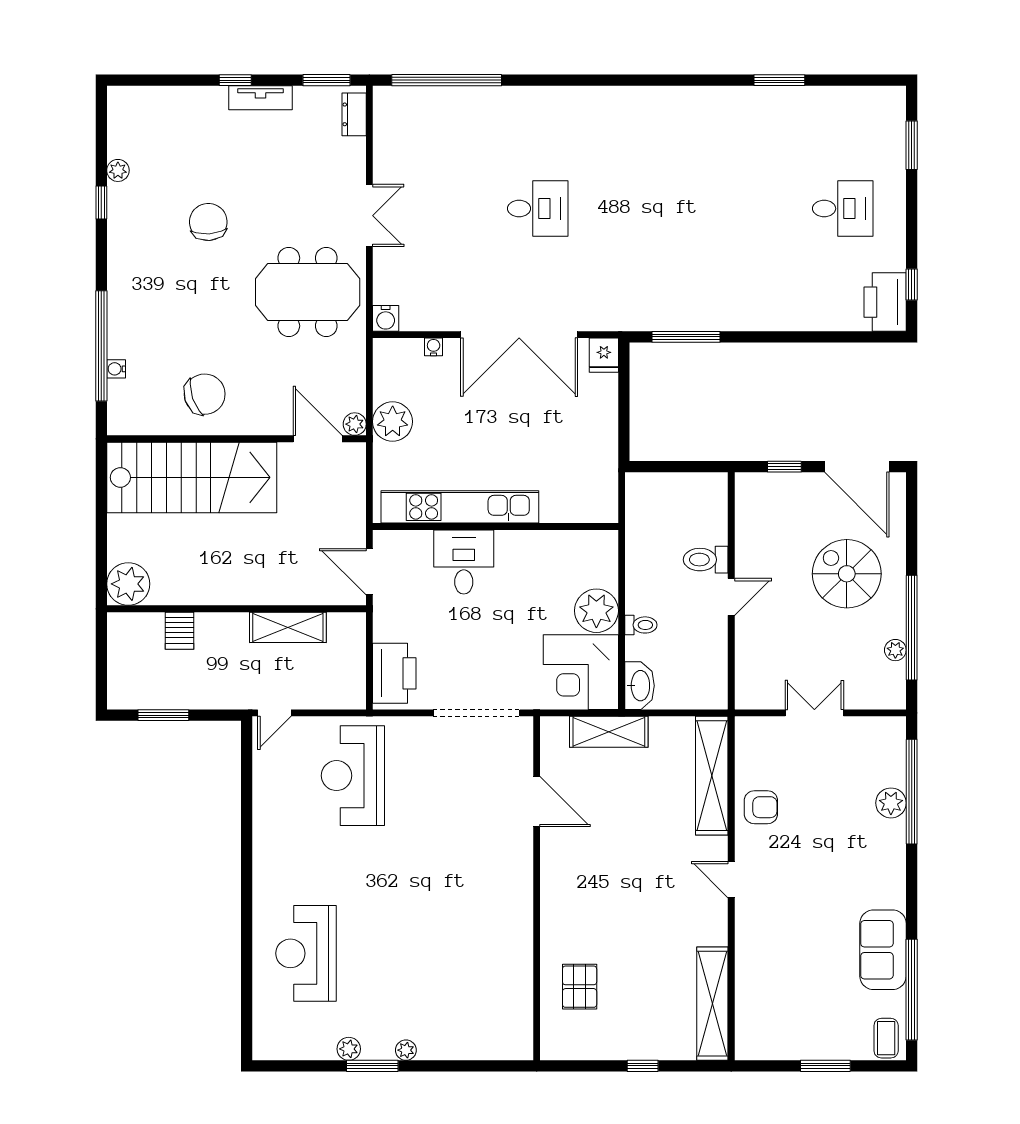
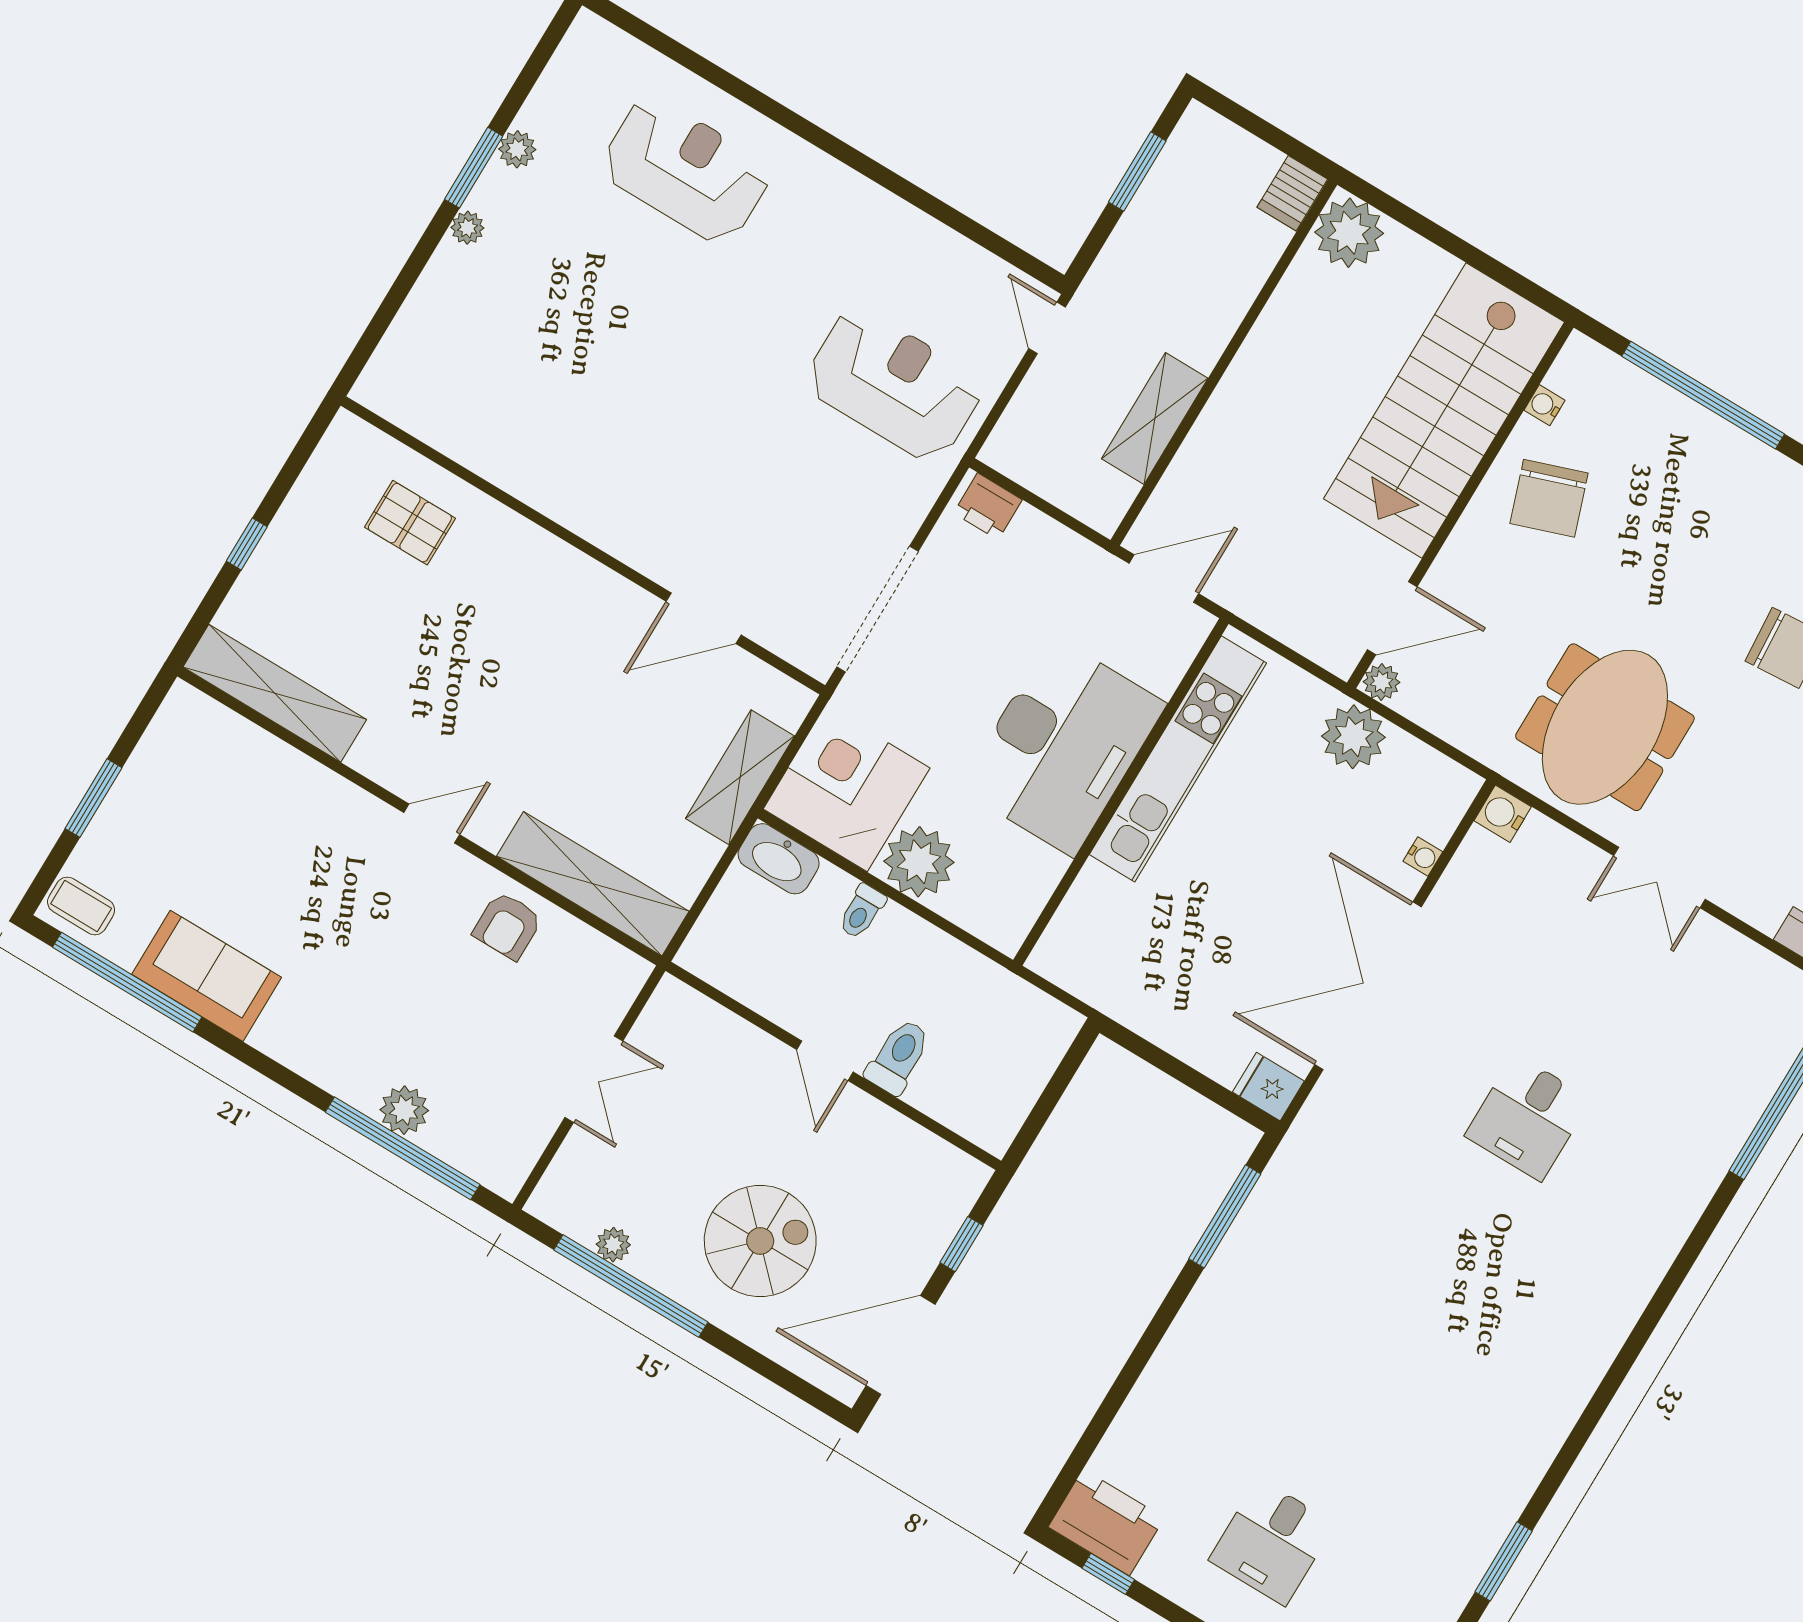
water cooler: (116, 369) -> (1544, 405), moved, turned -90
desk: (464, 562) -> (1063, 746), width x1.87, depth x1.30
server rack: (180, 631) -> (1292, 193), moved, turned -90
printer: (394, 673) -> (988, 506), width x0.53, depth x0.68

